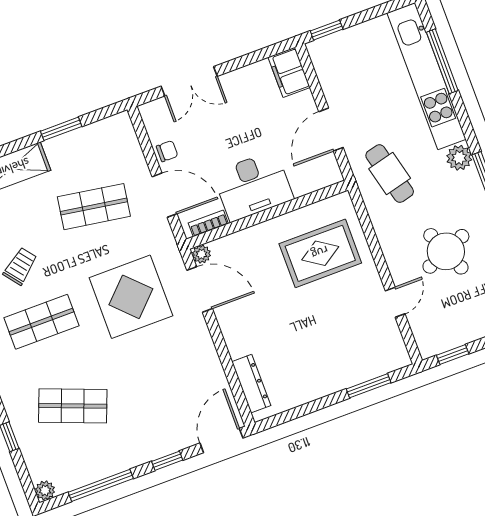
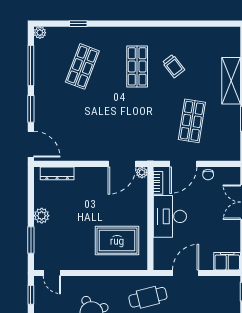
door: (331, 130) -> (186, 273), hinge flipped
rug: (320, 253) -> (117, 241), turned 90
display table: (131, 297) -> (132, 123), removed
door: (395, 302) -> (52, 273), moved
plant: (325, 383) -> (42, 216), added
window: (167, 461) -> (31, 109), width x1.50

